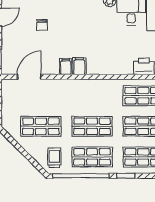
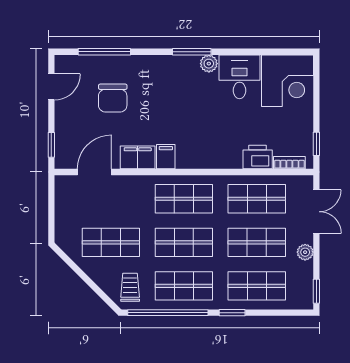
chair: (42, 25) -> (113, 98), width x1.87, depth x1.87
filing cabinet: (66, 67) -> (138, 157), width x2.00
shop shelf: (92, 96) -> (184, 199), added

